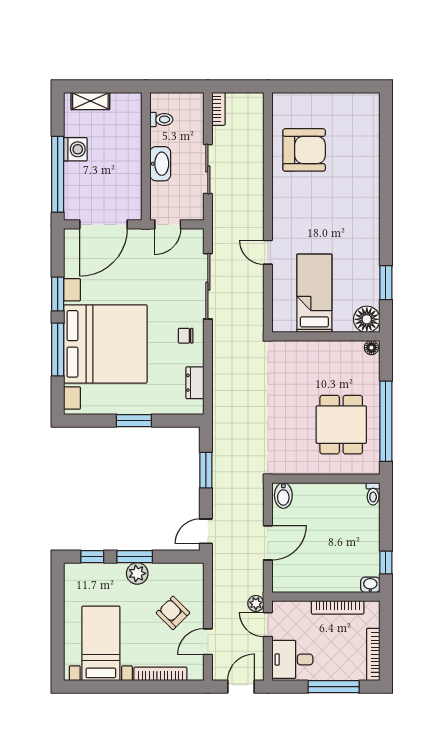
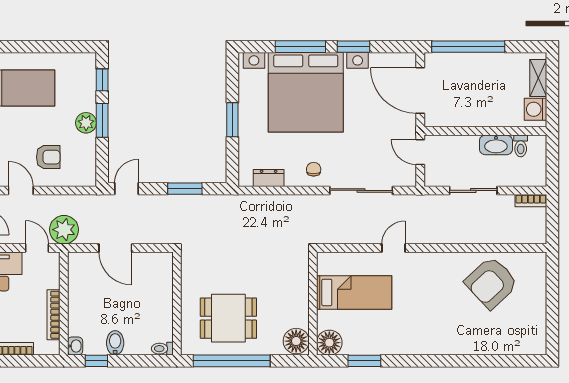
washing machine: (75, 149) -> (535, 109), moved, turned 90
armchair: (304, 150) -> (491, 283), turned 47
washbasin: (160, 164) -> (496, 145), moved
floor lamp: (371, 348) -> (296, 341), width x1.89, depth x1.89
bidet: (283, 495) -> (115, 343), moved, turned 90
door: (206, 531) -> (126, 189), hinge flipped
plant: (256, 603) -> (64, 230), width x1.88, depth x1.88
armchair: (173, 613) -> (48, 157), turned 45
door: (268, 625) -> (37, 248), hinge flipped

